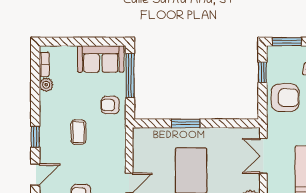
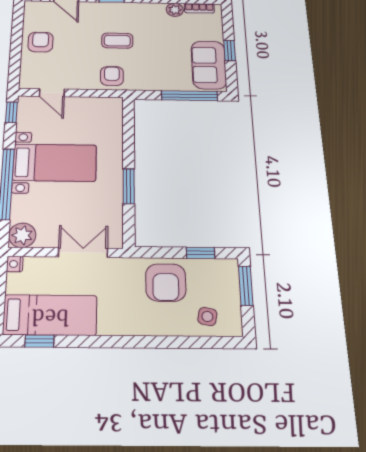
window: (86, 42) -> (230, 51), added
armchair: (110, 105) -> (112, 76), moved
window: (186, 123) -> (129, 186), moved

